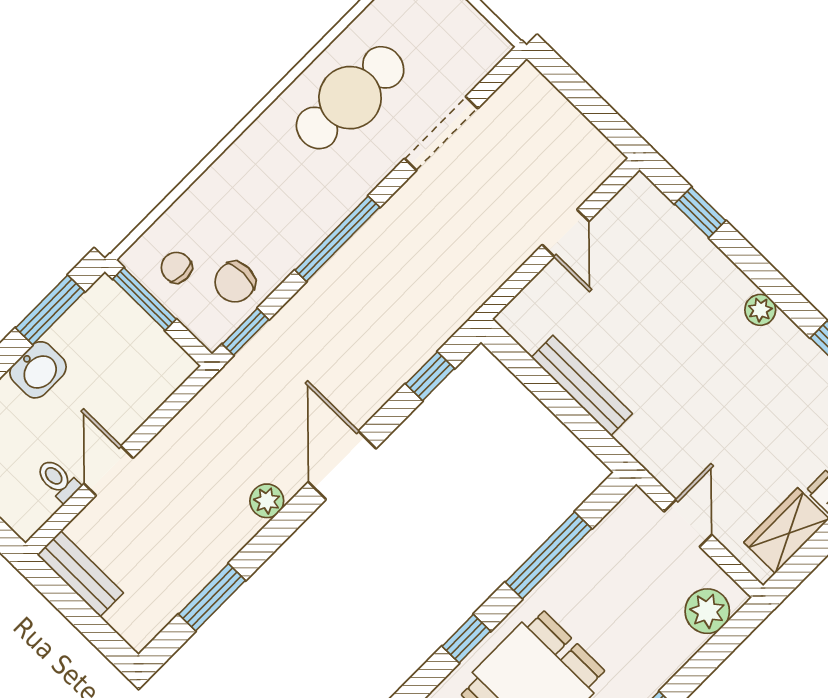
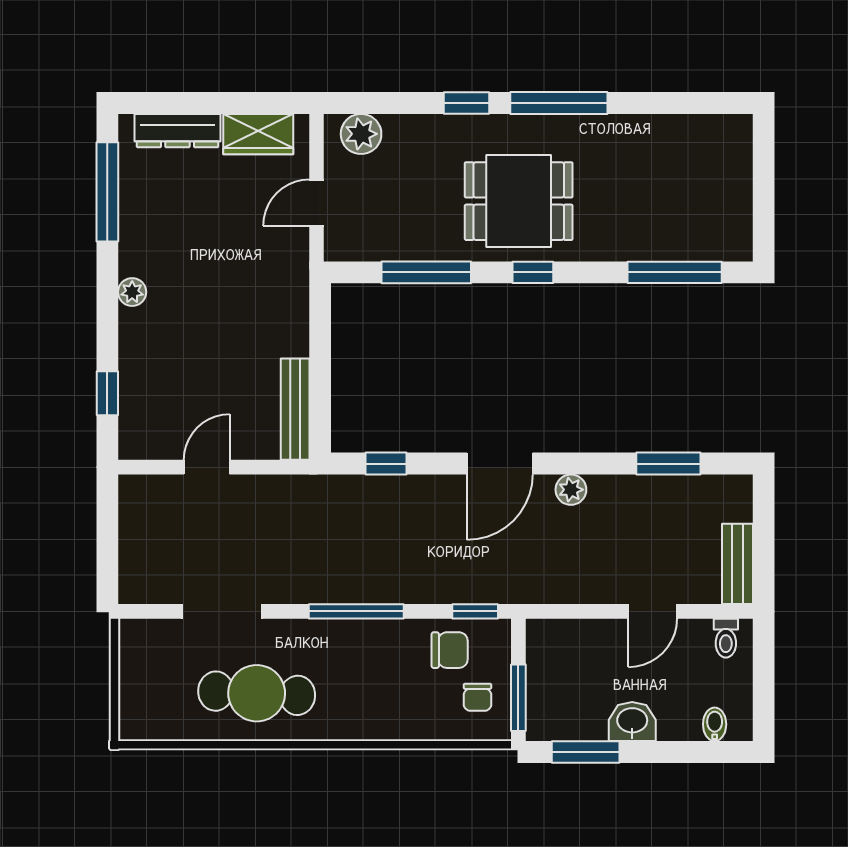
bench: (582, 385) -> (295, 409), moved
toilet: (58, 480) -> (726, 638), moved

